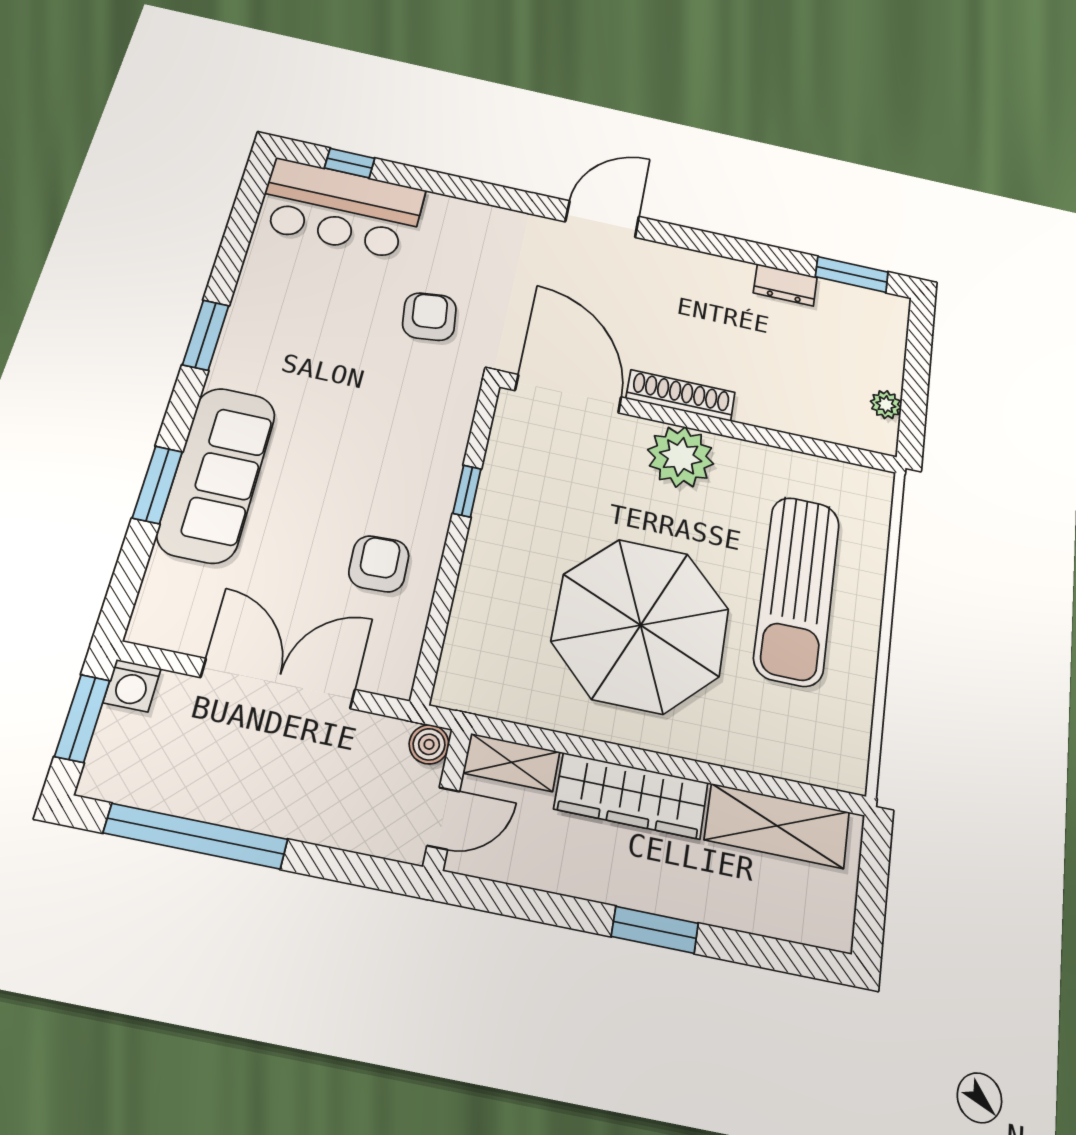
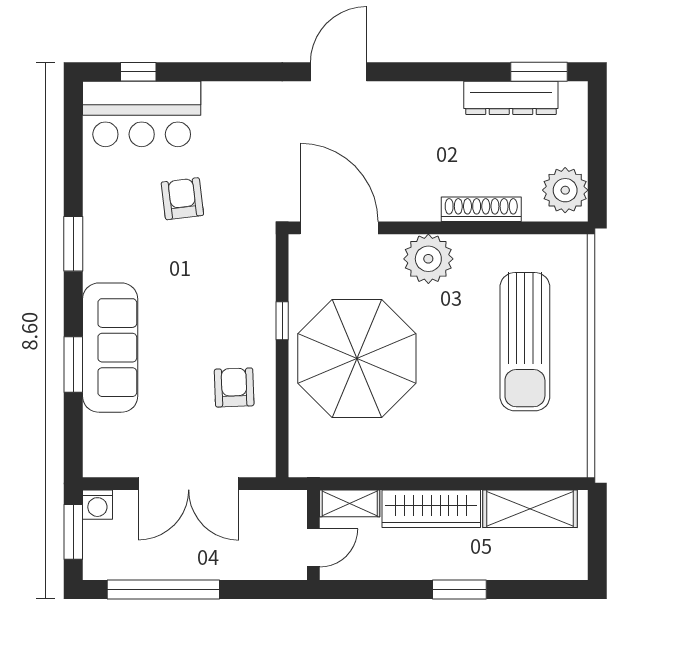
dresser: (785, 285) -> (511, 98), width x1.96, depth x1.24
armchair: (429, 317) -> (182, 199), moved
shoe rack: (681, 395) -> (481, 209), moved
plant: (886, 405) -> (565, 190), width x1.88, depth x1.88
parasol: (641, 625) -> (357, 358), moved
double door: (278, 683) -> (189, 484), swing flipped
boiler: (429, 744) -> (294, 503), removed

